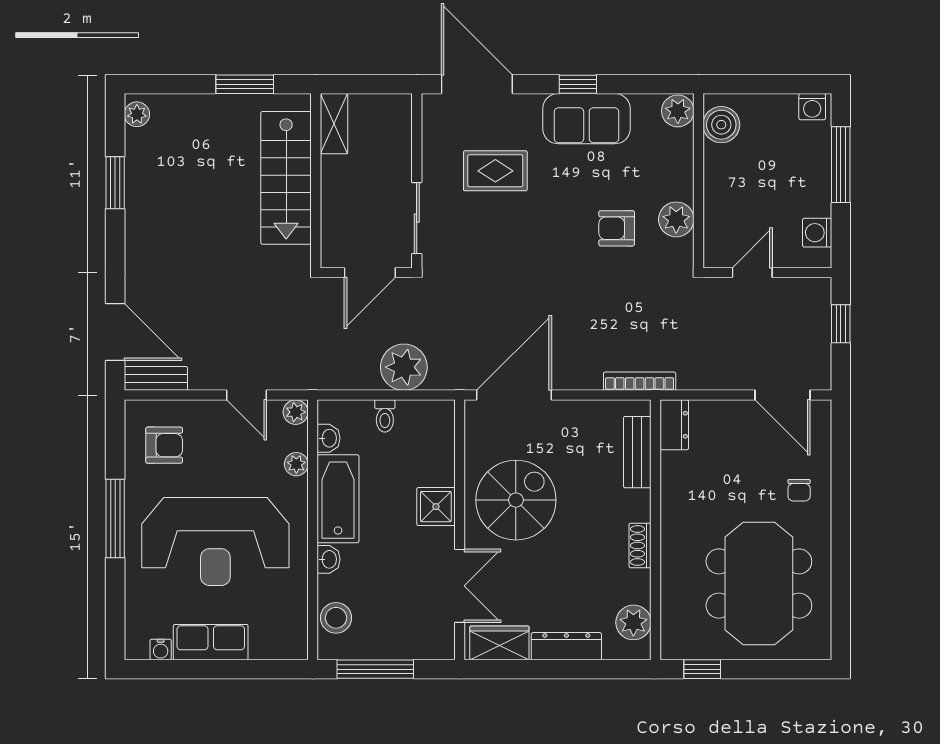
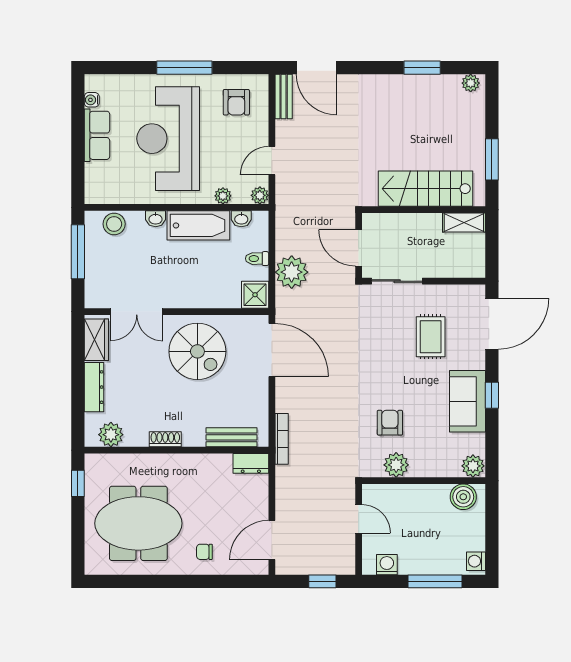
door: (115, 332) -> (317, 68), hinge flipped
shower: (436, 507) -> (255, 295), moved

